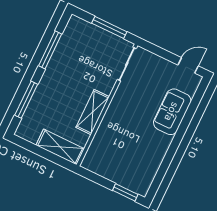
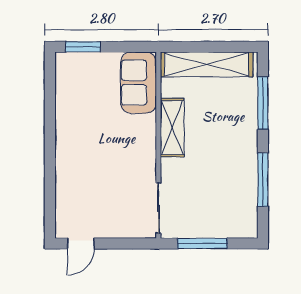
sofa: (172, 112) -> (139, 83), moved, turned 180
shelving: (60, 147) -> (207, 64), width x1.47

